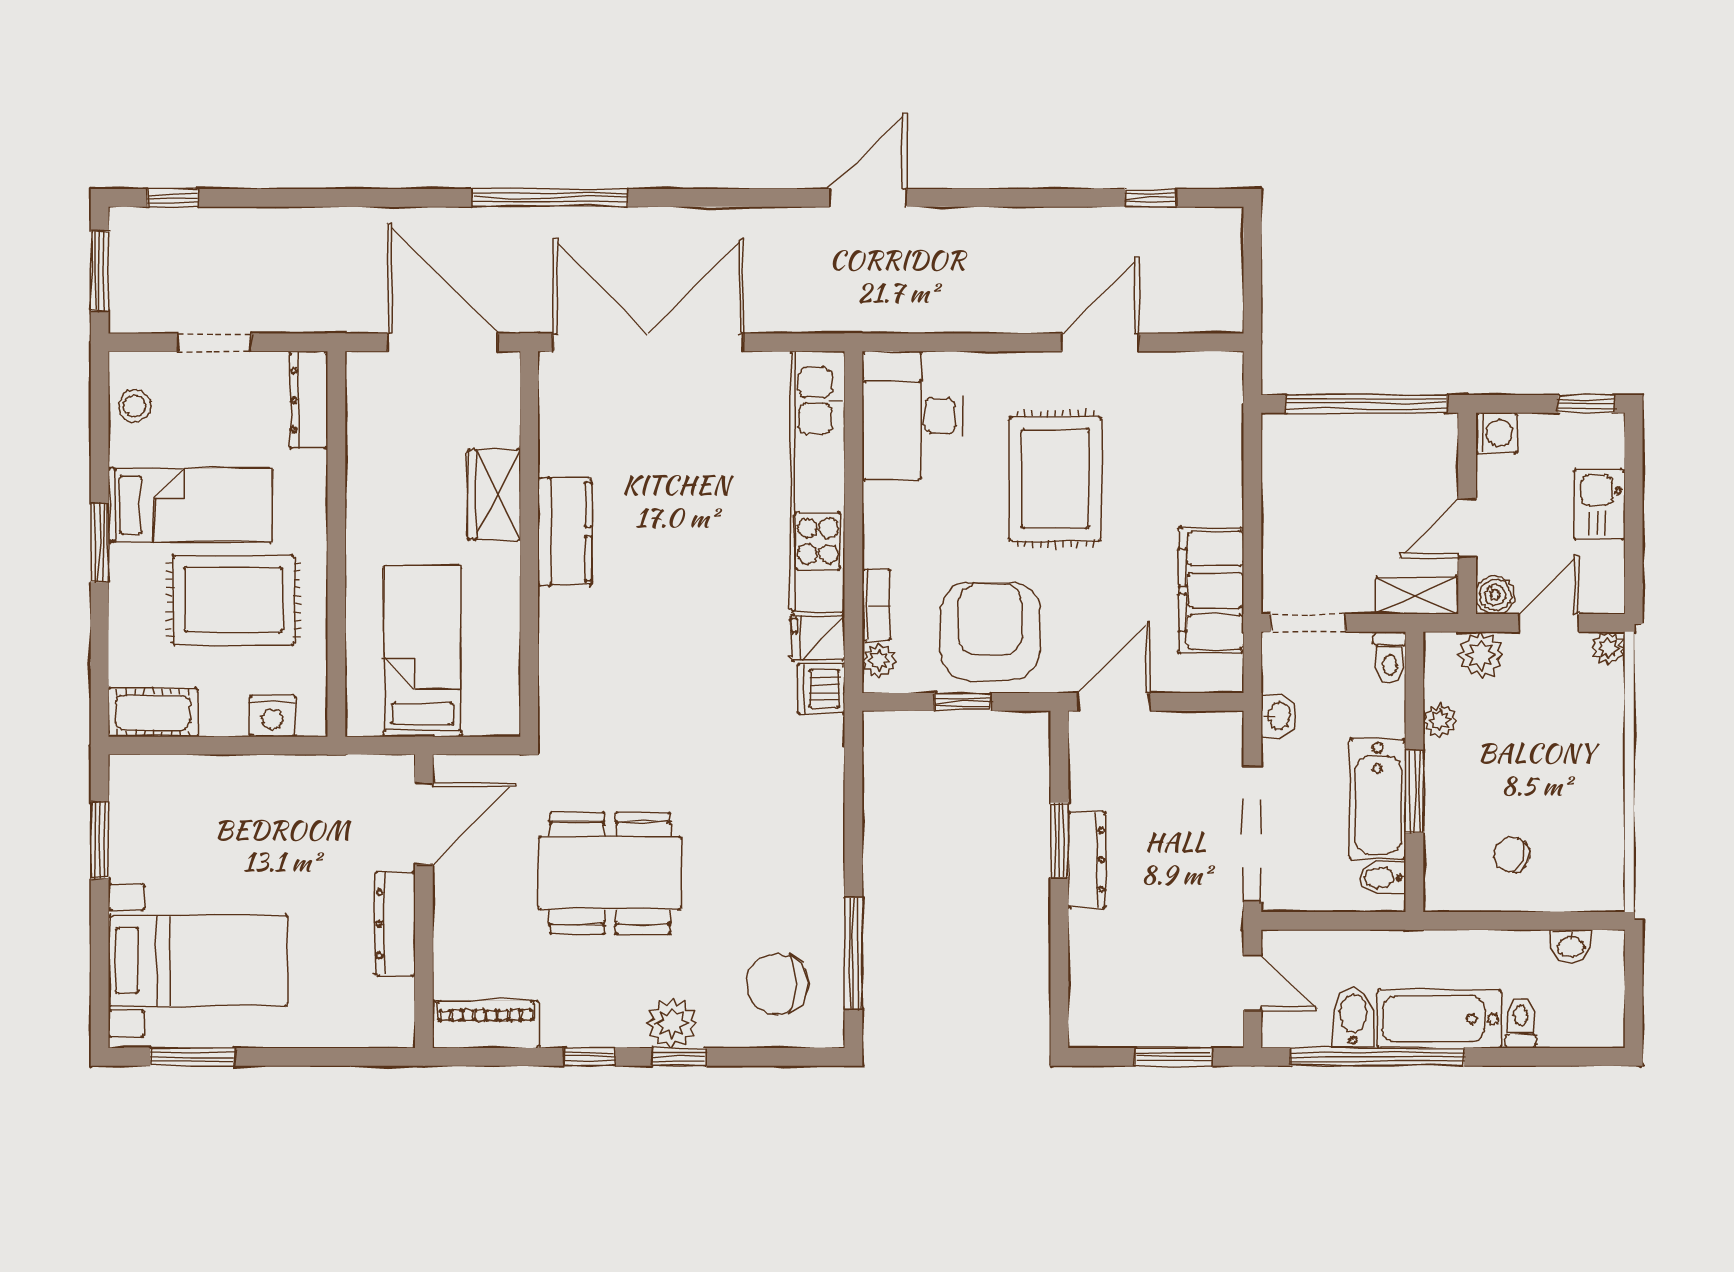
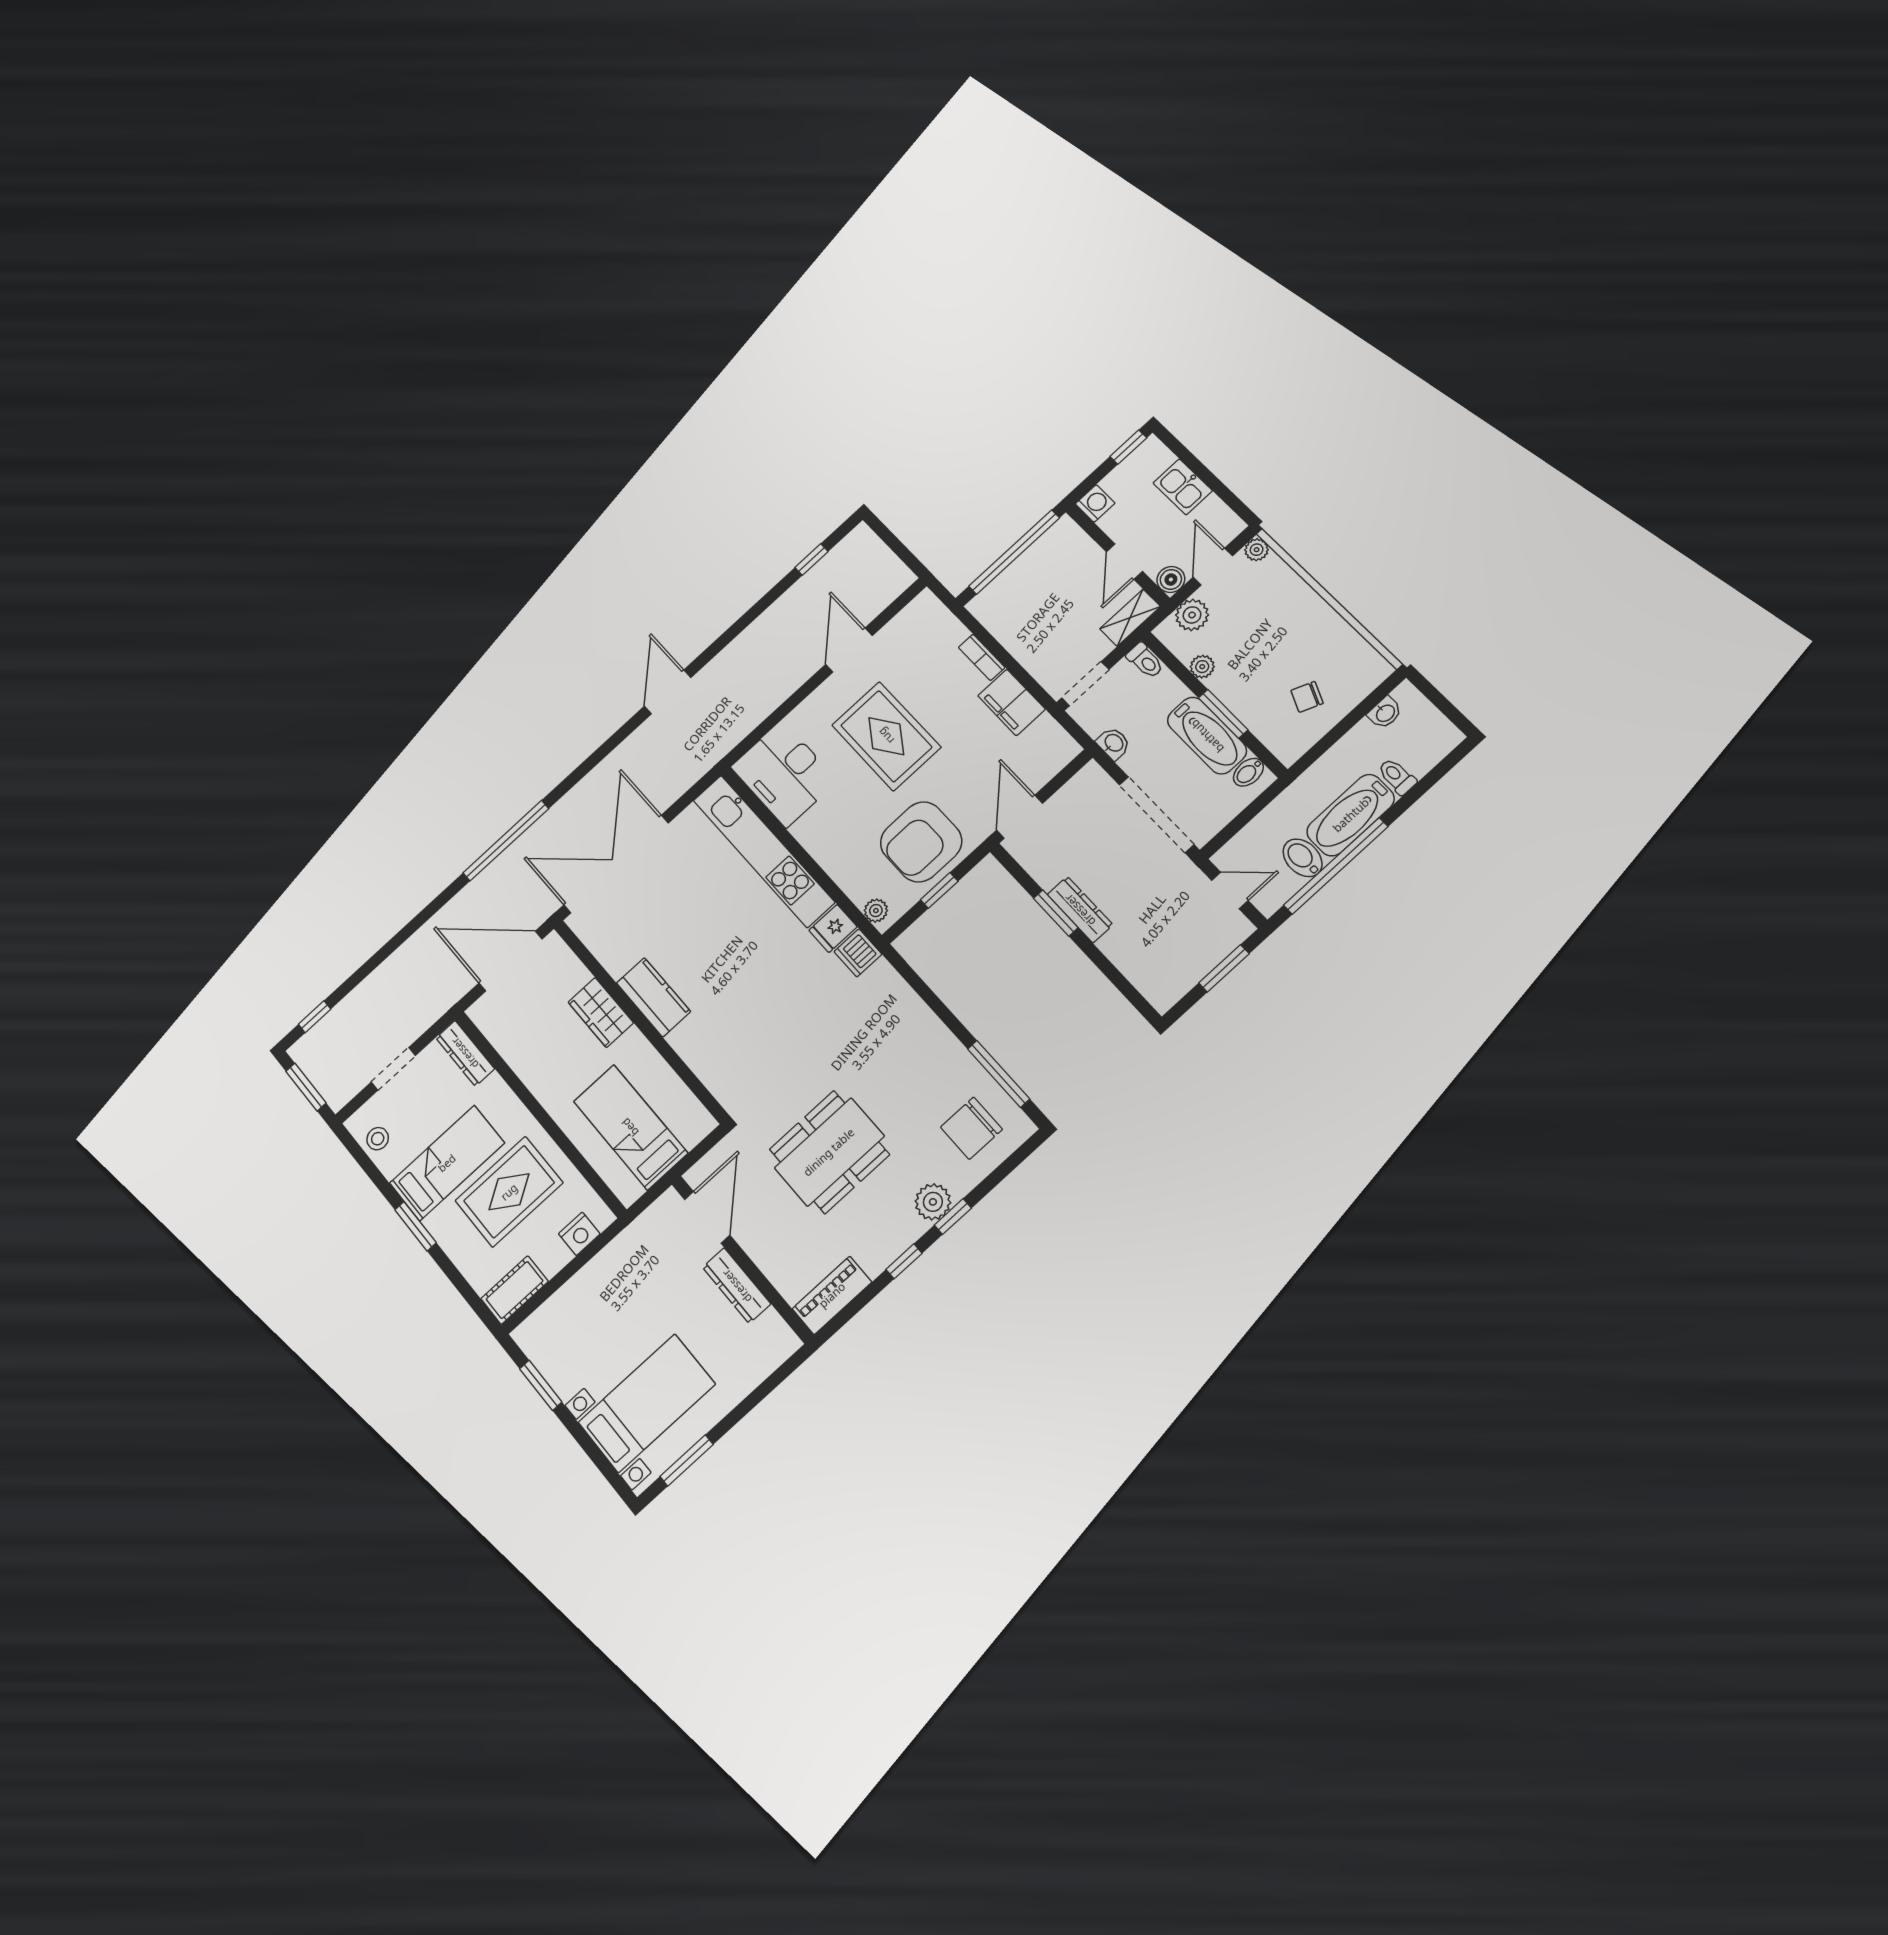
filing cabinet: (1211, 590) -> (1012, 703), width x0.67, depth x0.86
bookcase: (876, 605) -> (982, 657), moved, turned 180
armchair: (990, 631) -> (921, 842), turned -90

